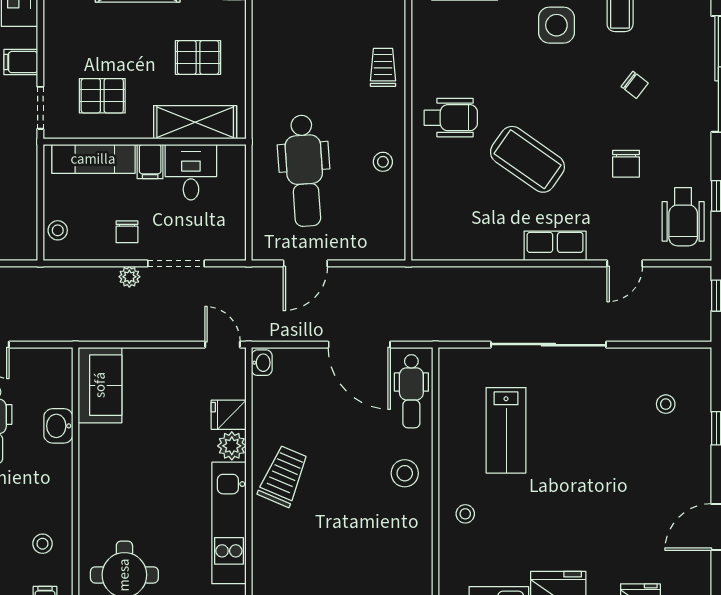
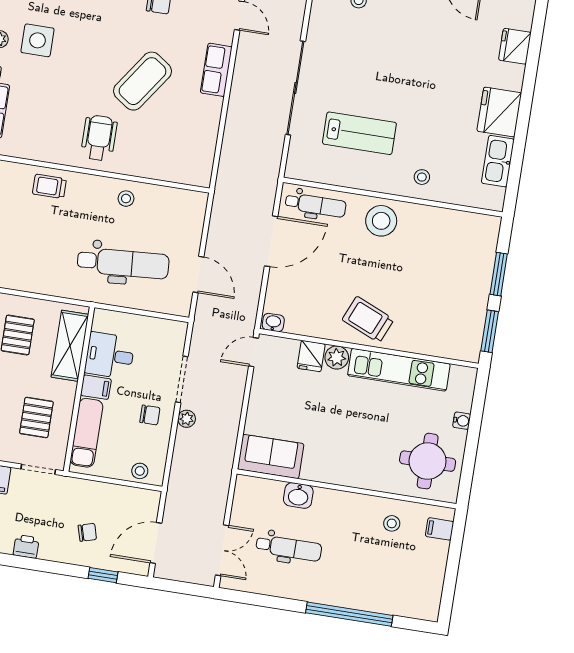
stool: (405, 473) -> (381, 221), width x1.38, depth x1.38

